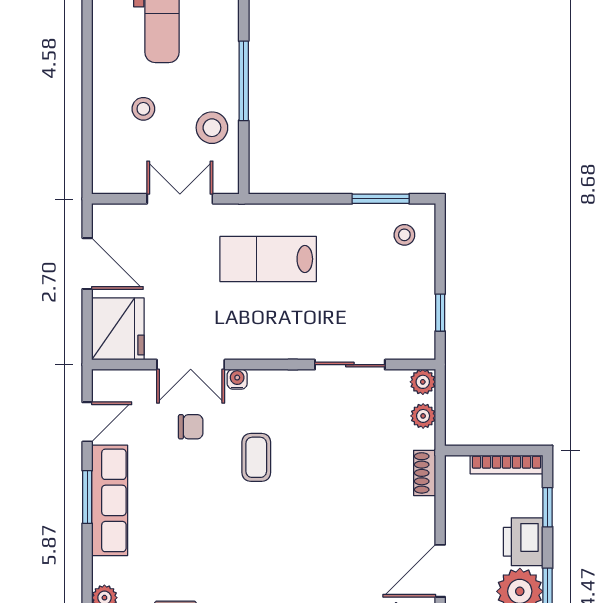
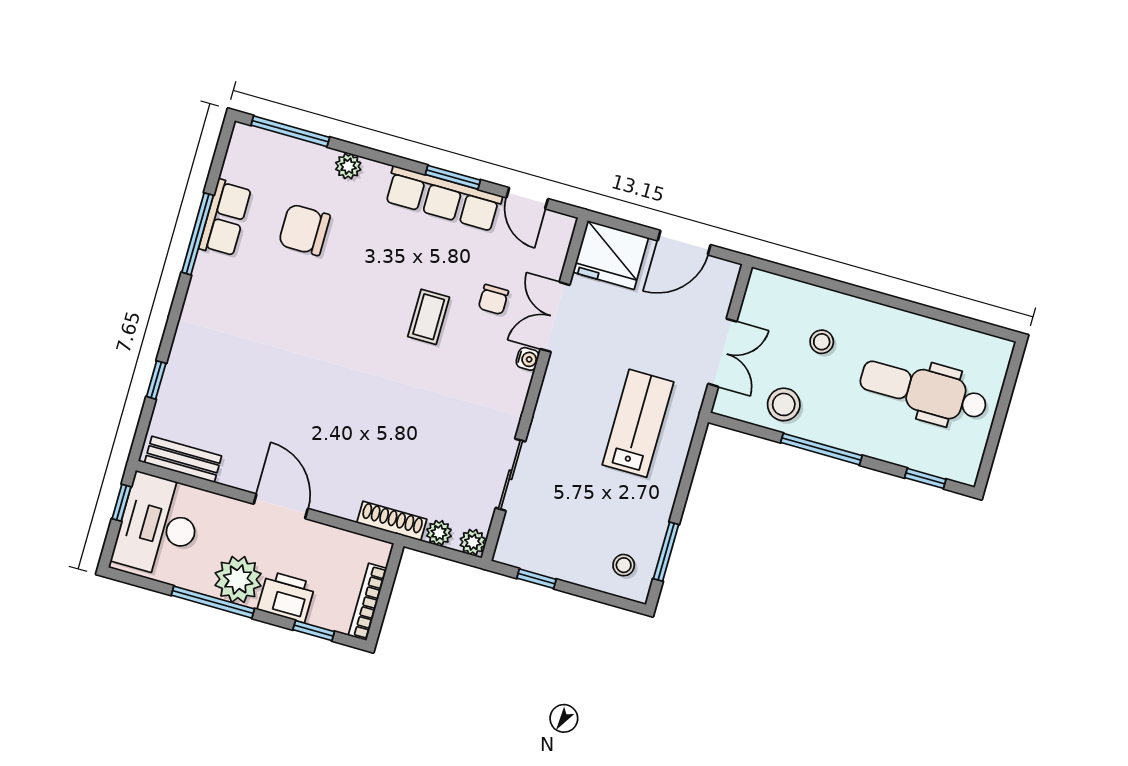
coffee table: (256, 457) -> (429, 317), moved, turned 90
shoe rack: (425, 473) -> (392, 521), width x1.43

